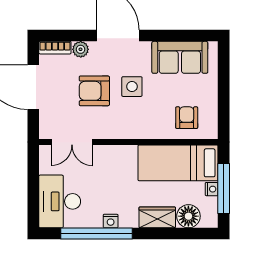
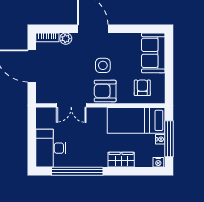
sofa: (180, 57) -> (153, 53), moved, turned 90
armchair: (94, 91) -> (105, 91), moved
double door: (72, 142) -> (71, 105), moved
floor lamp: (188, 216) -> (144, 159), removed
nightstand: (111, 221) -> (158, 162), moved

